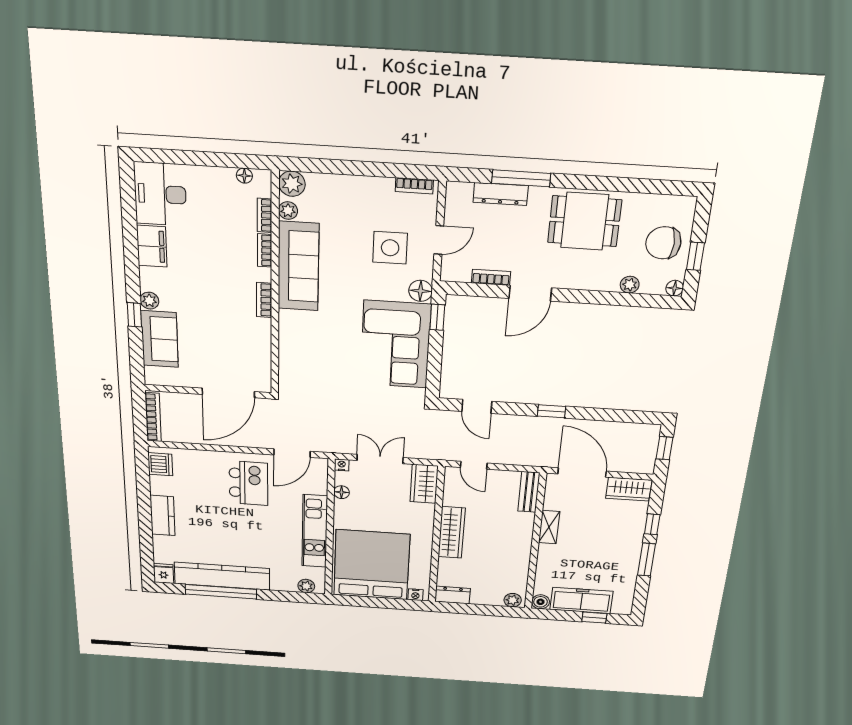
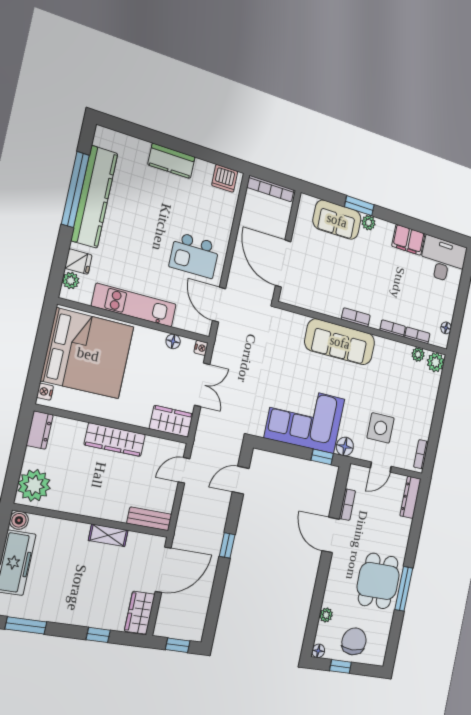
window: (521, 178) -> (404, 589), moved
dresser: (501, 194) -> (410, 497), moved
door: (439, 240) -> (381, 467), hinge flipped
sofa: (298, 266) -> (340, 342), moved
window: (134, 315) -> (359, 206), width x1.50
window: (646, 560) -> (26, 625), moved
fridge: (164, 573) -> (78, 262), moved
plant: (513, 600) -> (34, 485), width x1.88, depth x1.88

